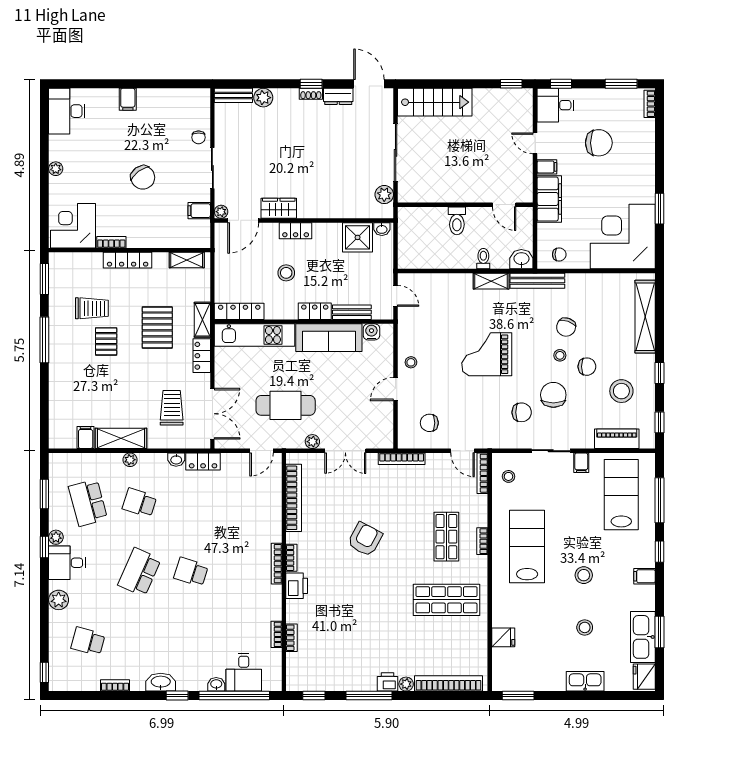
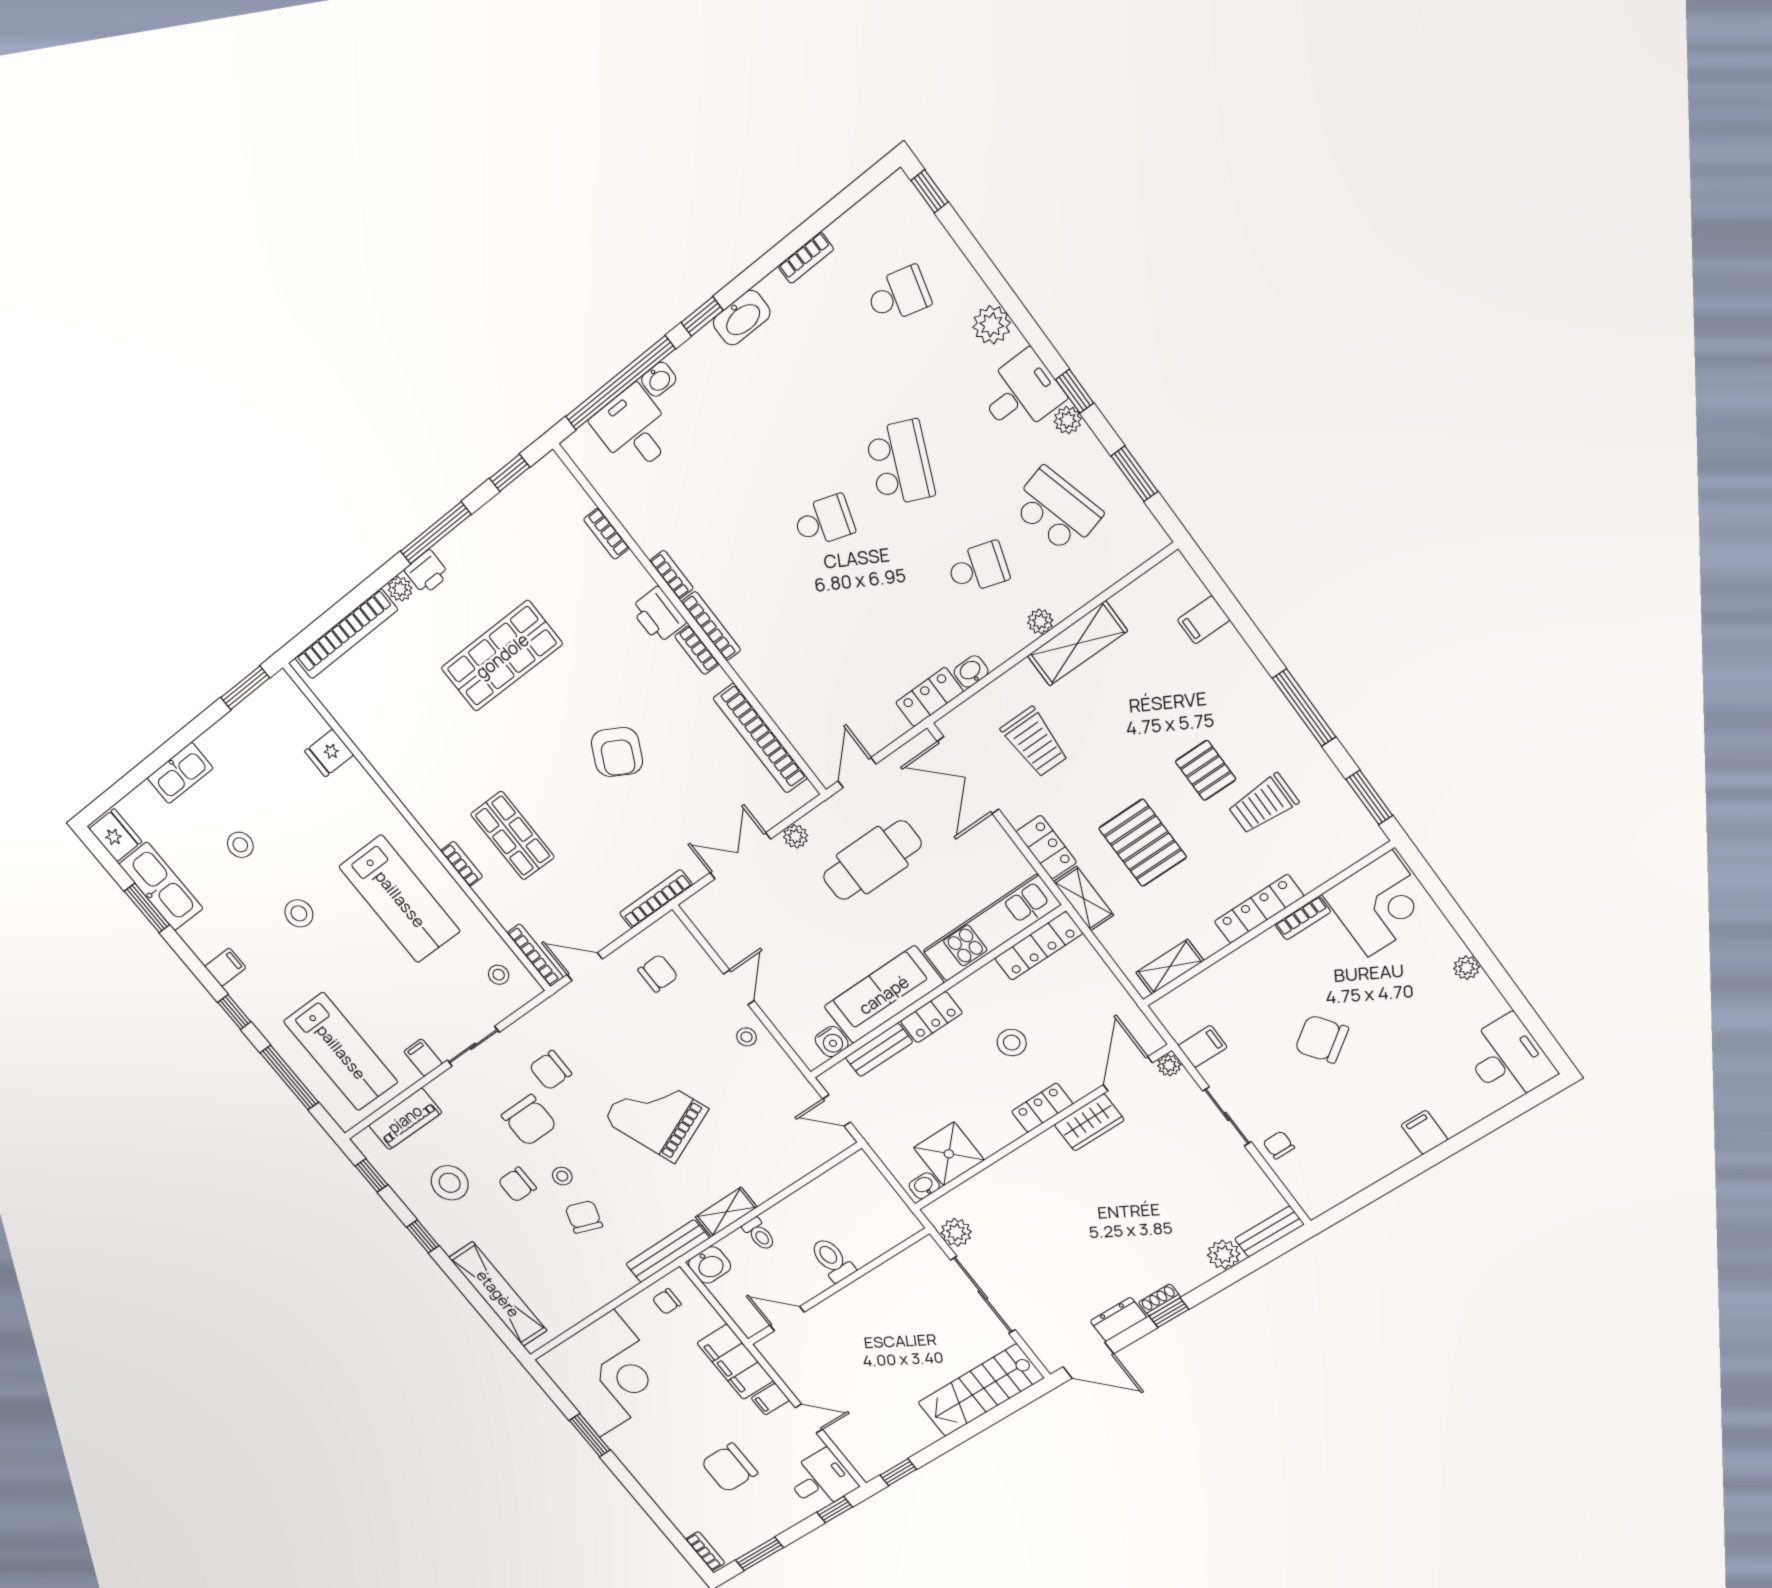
grand piano: (487, 354) -> (656, 1115), turned -112
filing cabinet: (86, 437) -> (1204, 620), moved, turned 90
shop shelf: (447, 600) -> (502, 656), moved
bookcase: (276, 634) -> (672, 575), moved

